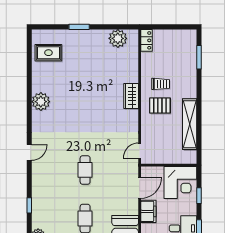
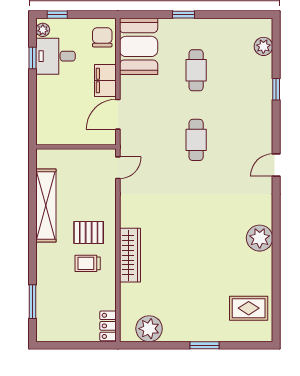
wardrobe: (131, 96) -> (130, 255), width x1.50
corner desk: (180, 183) -> (59, 122), removed
window: (199, 196) -> (33, 103), removed

